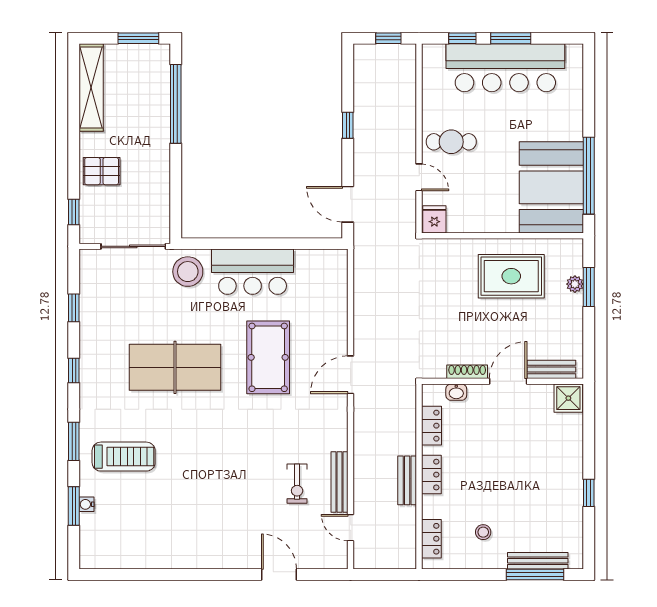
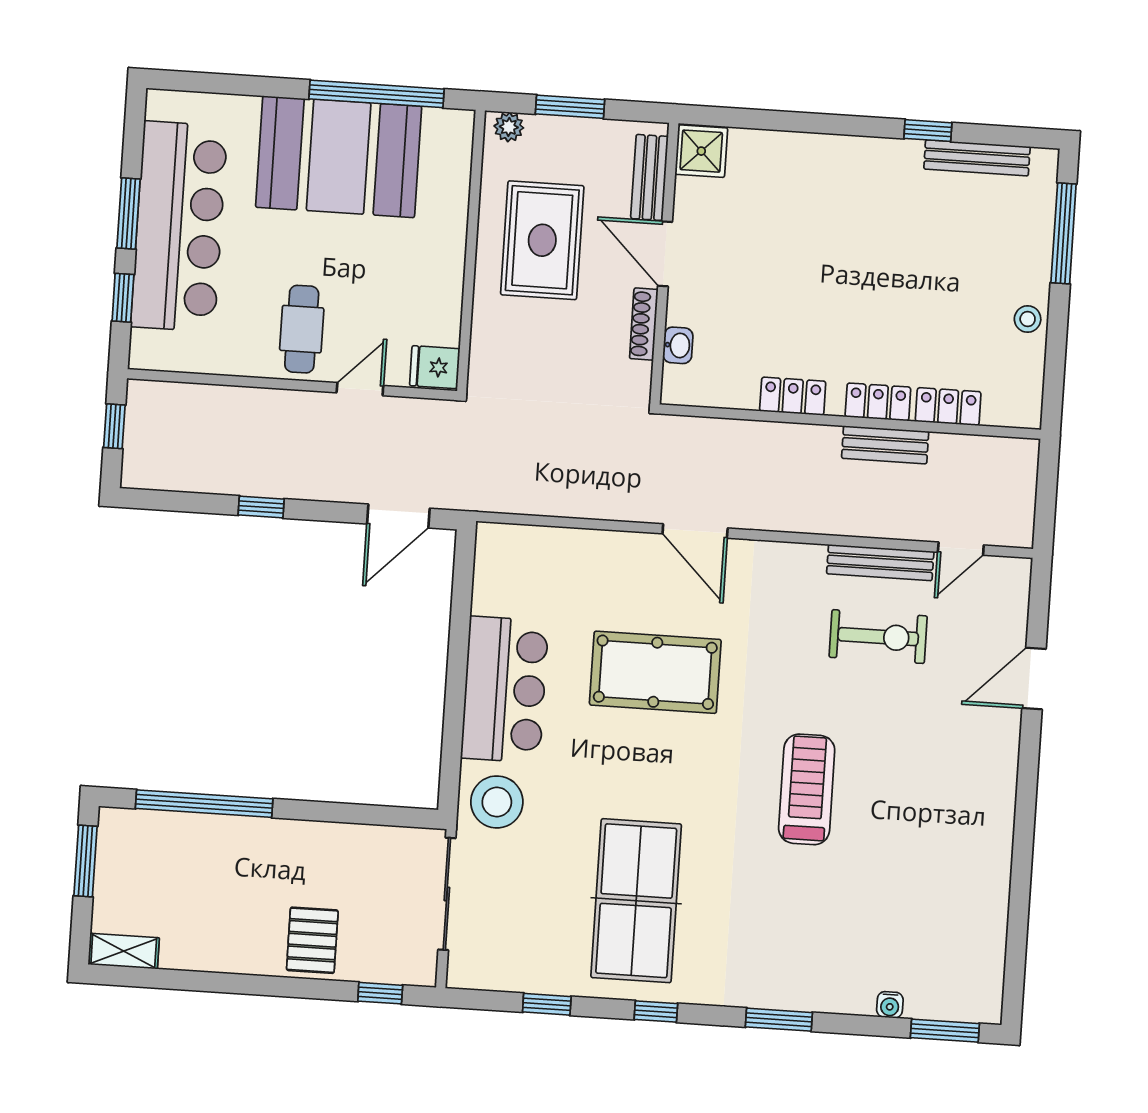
shelving: (91, 87) -> (124, 951), width x0.45, depth x0.75
booth: (551, 187) -> (339, 157), moved
plant: (575, 284) -> (509, 127), moved
table tennis table: (175, 367) -> (636, 901), moved
bench: (551, 369) -> (649, 177), moved
shoe rack: (467, 372) -> (644, 324), moved
wall: (503, 381) -> (664, 264), moved
door: (508, 381) -> (665, 254), moved
washbasin: (456, 392) -> (678, 345), moved
shower: (568, 398) -> (701, 151), moved
treadmill: (124, 457) -> (807, 789), moved
exercise bike: (297, 484) -> (878, 637), width x1.38, depth x1.39
window: (74, 506) -> (945, 1031), moved
stool: (483, 532) -> (1028, 319), moved
locker: (431, 539) -> (948, 407), moved
bench: (538, 561) -> (977, 158), moved, turned 90

